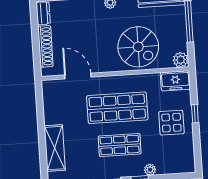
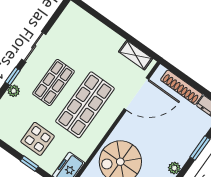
door: (78, 76) -> (136, 94), width x1.36
shelving: (55, 148) -> (136, 55), moved, width x0.67, depth x0.75

